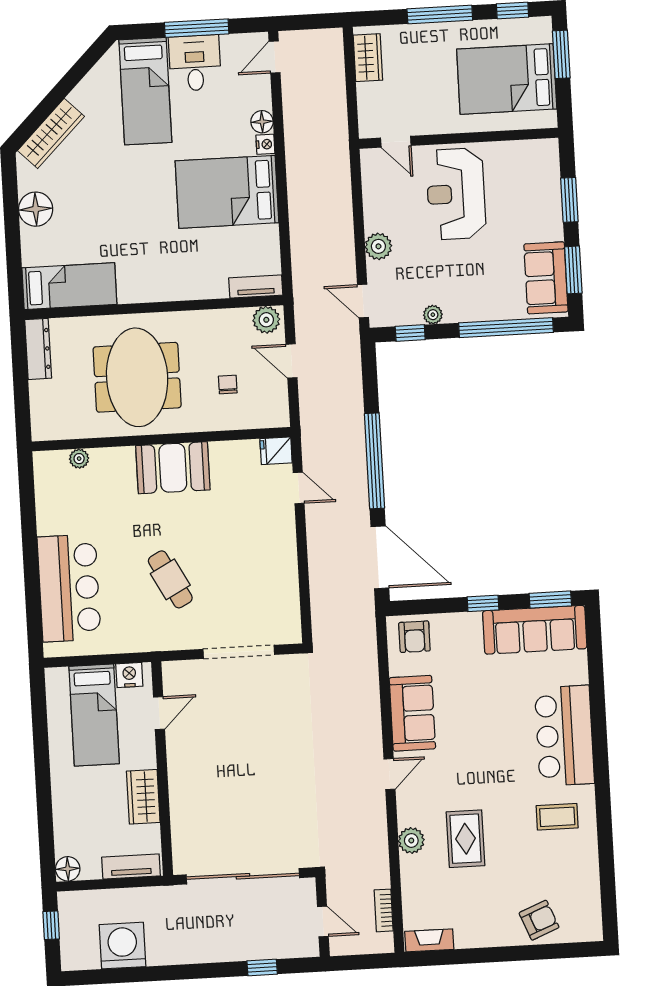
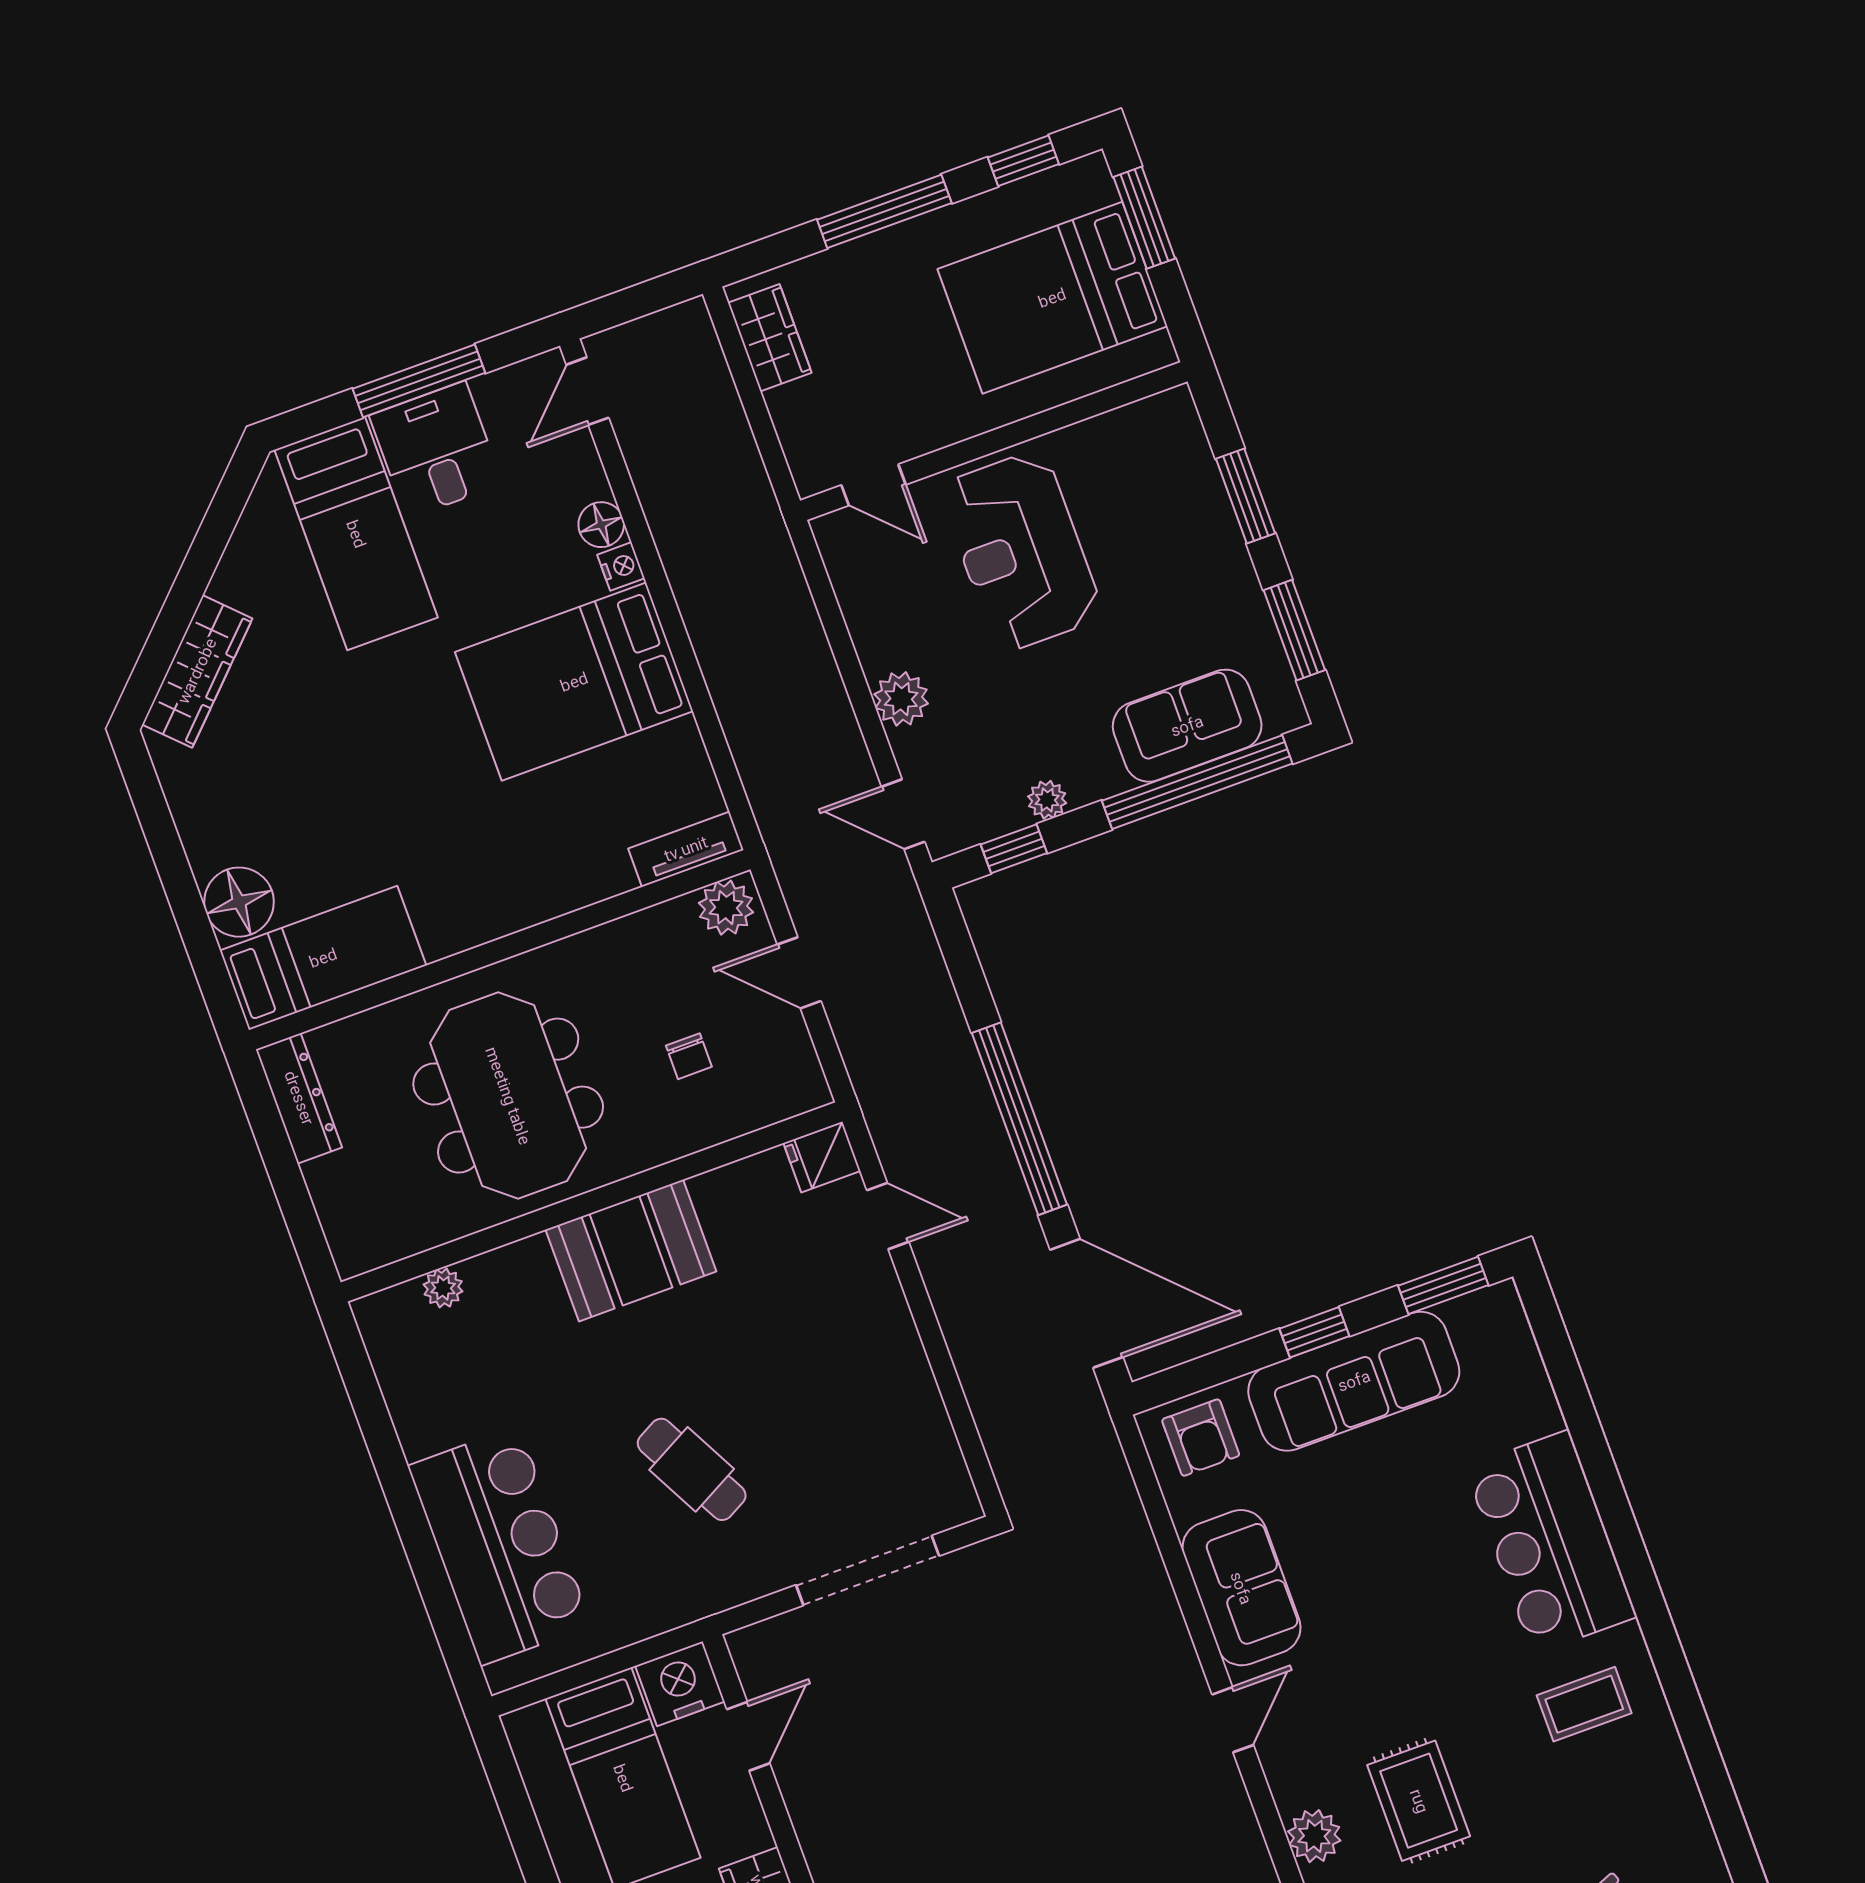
floor lamp: (36, 209) -> (239, 902), moved
sofa: (546, 278) -> (1187, 726), moved, turned 90
chair: (228, 384) -> (689, 1056), turned 180
sofa: (535, 630) -> (1354, 1381), moved
nightstand: (129, 675) -> (680, 1684), width x1.36, depth x1.33

